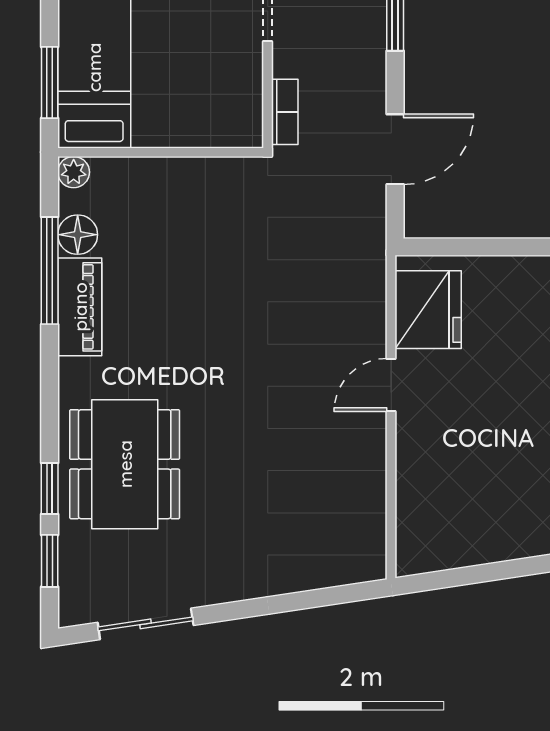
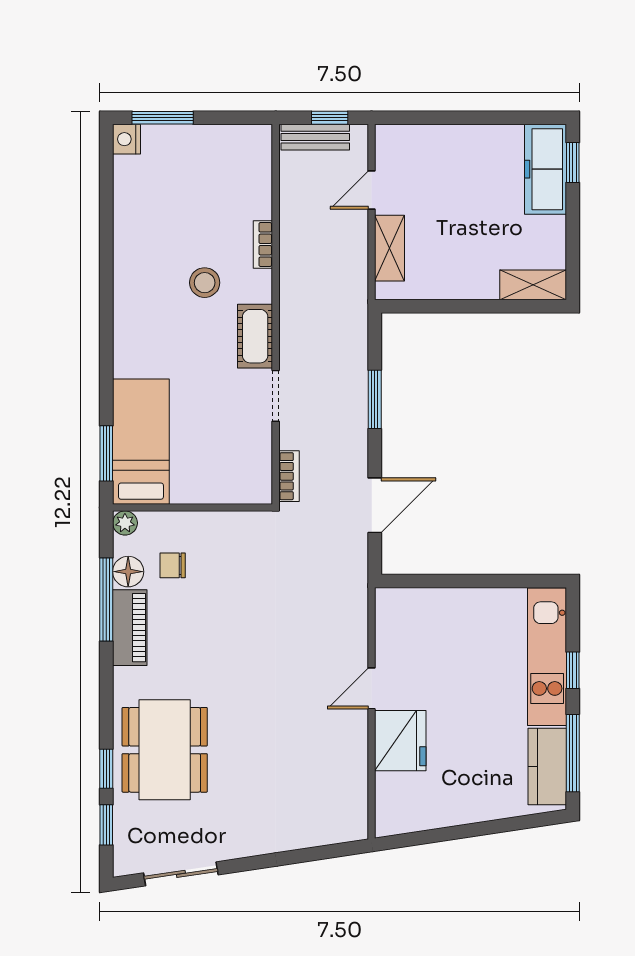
chair: (135, 227) -> (173, 565), added
fridge: (428, 310) -> (400, 741), moved

